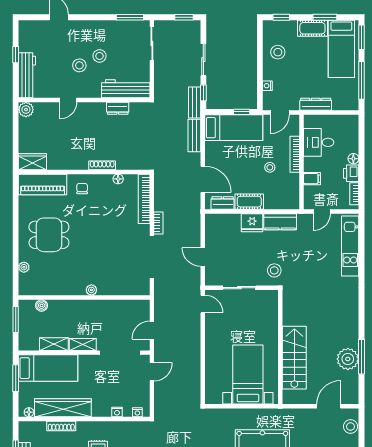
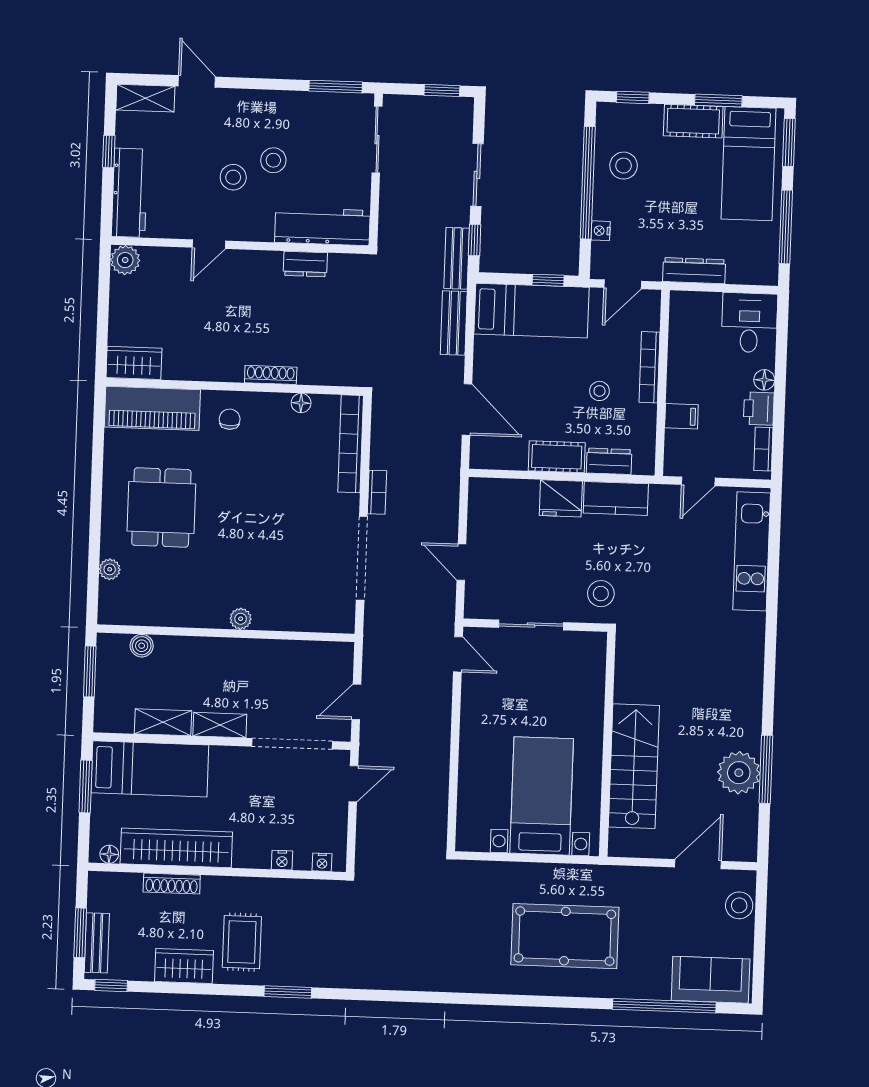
shelving: (33, 27) -> (145, 98), added
window: (260, 62) -> (588, 183), added
desk: (319, 142) -> (749, 323), moved, turned 90
dresser: (223, 203) -> (609, 461), moved
dining table: (49, 235) -> (161, 507), turned 90

